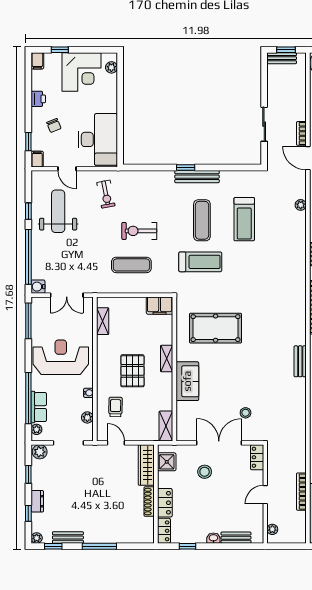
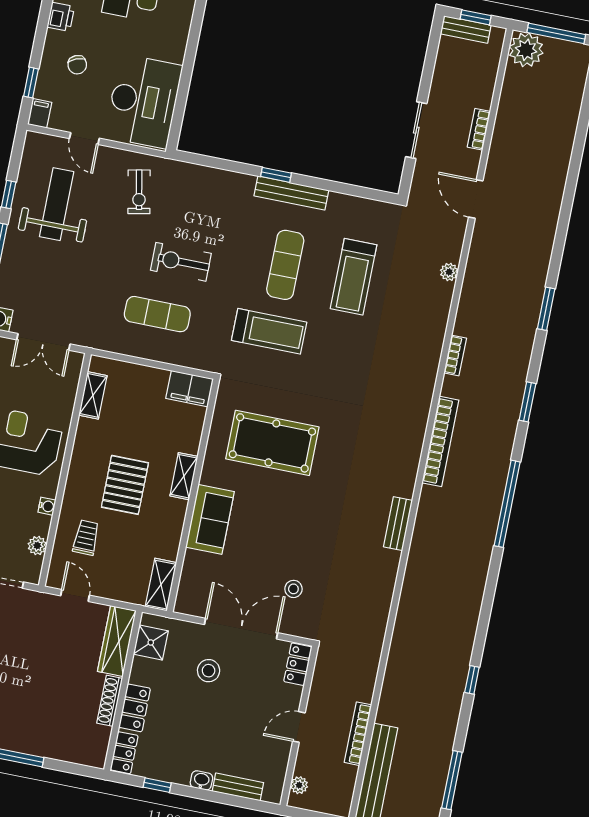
bookcase: (301, 133) -> (479, 129), moved

